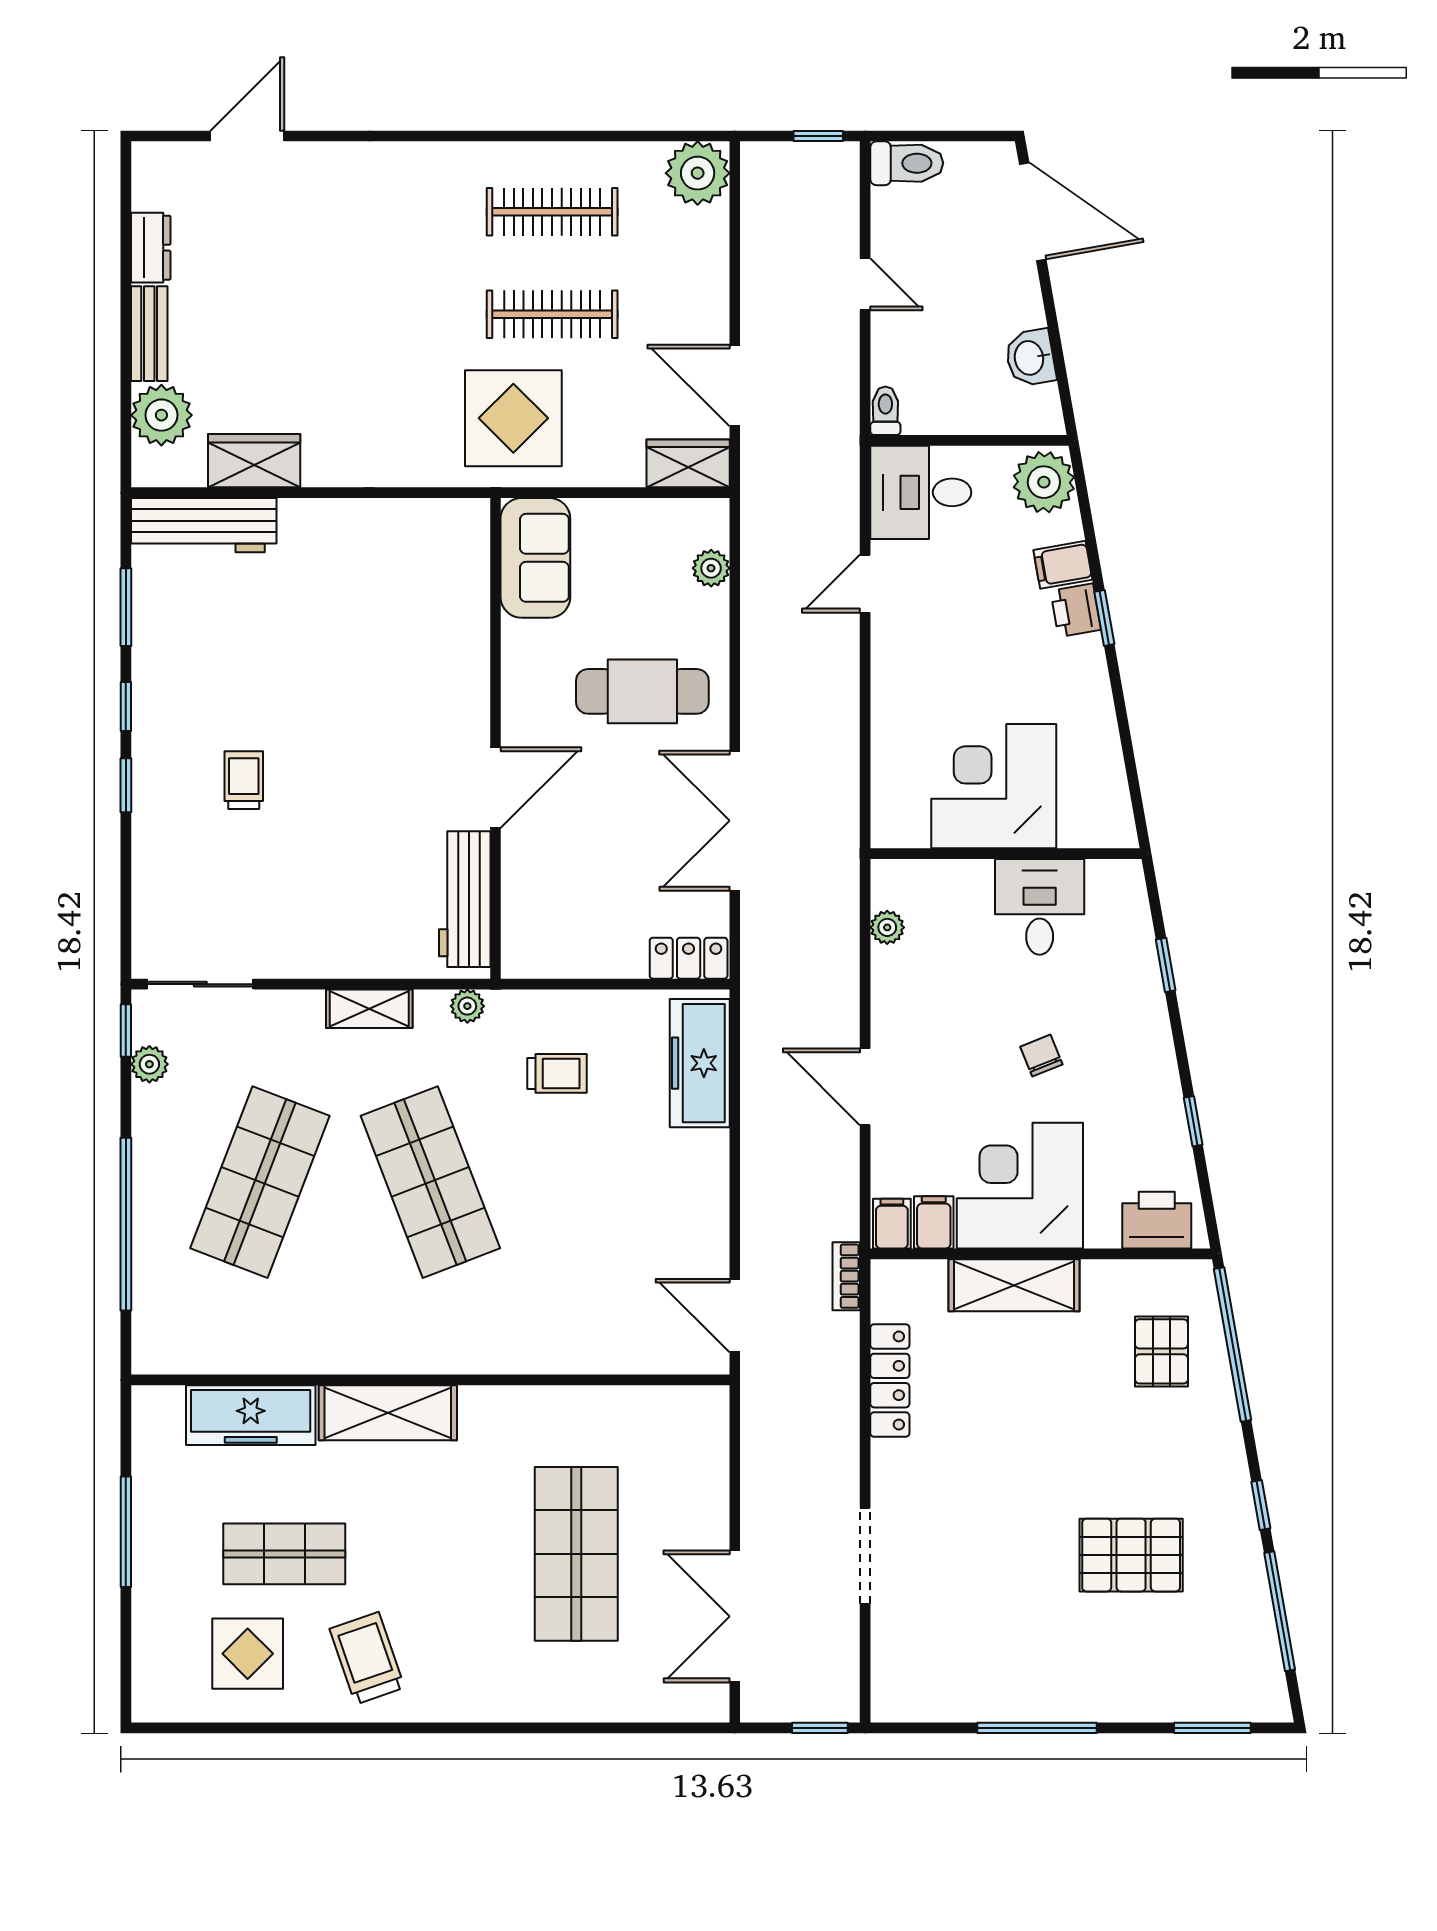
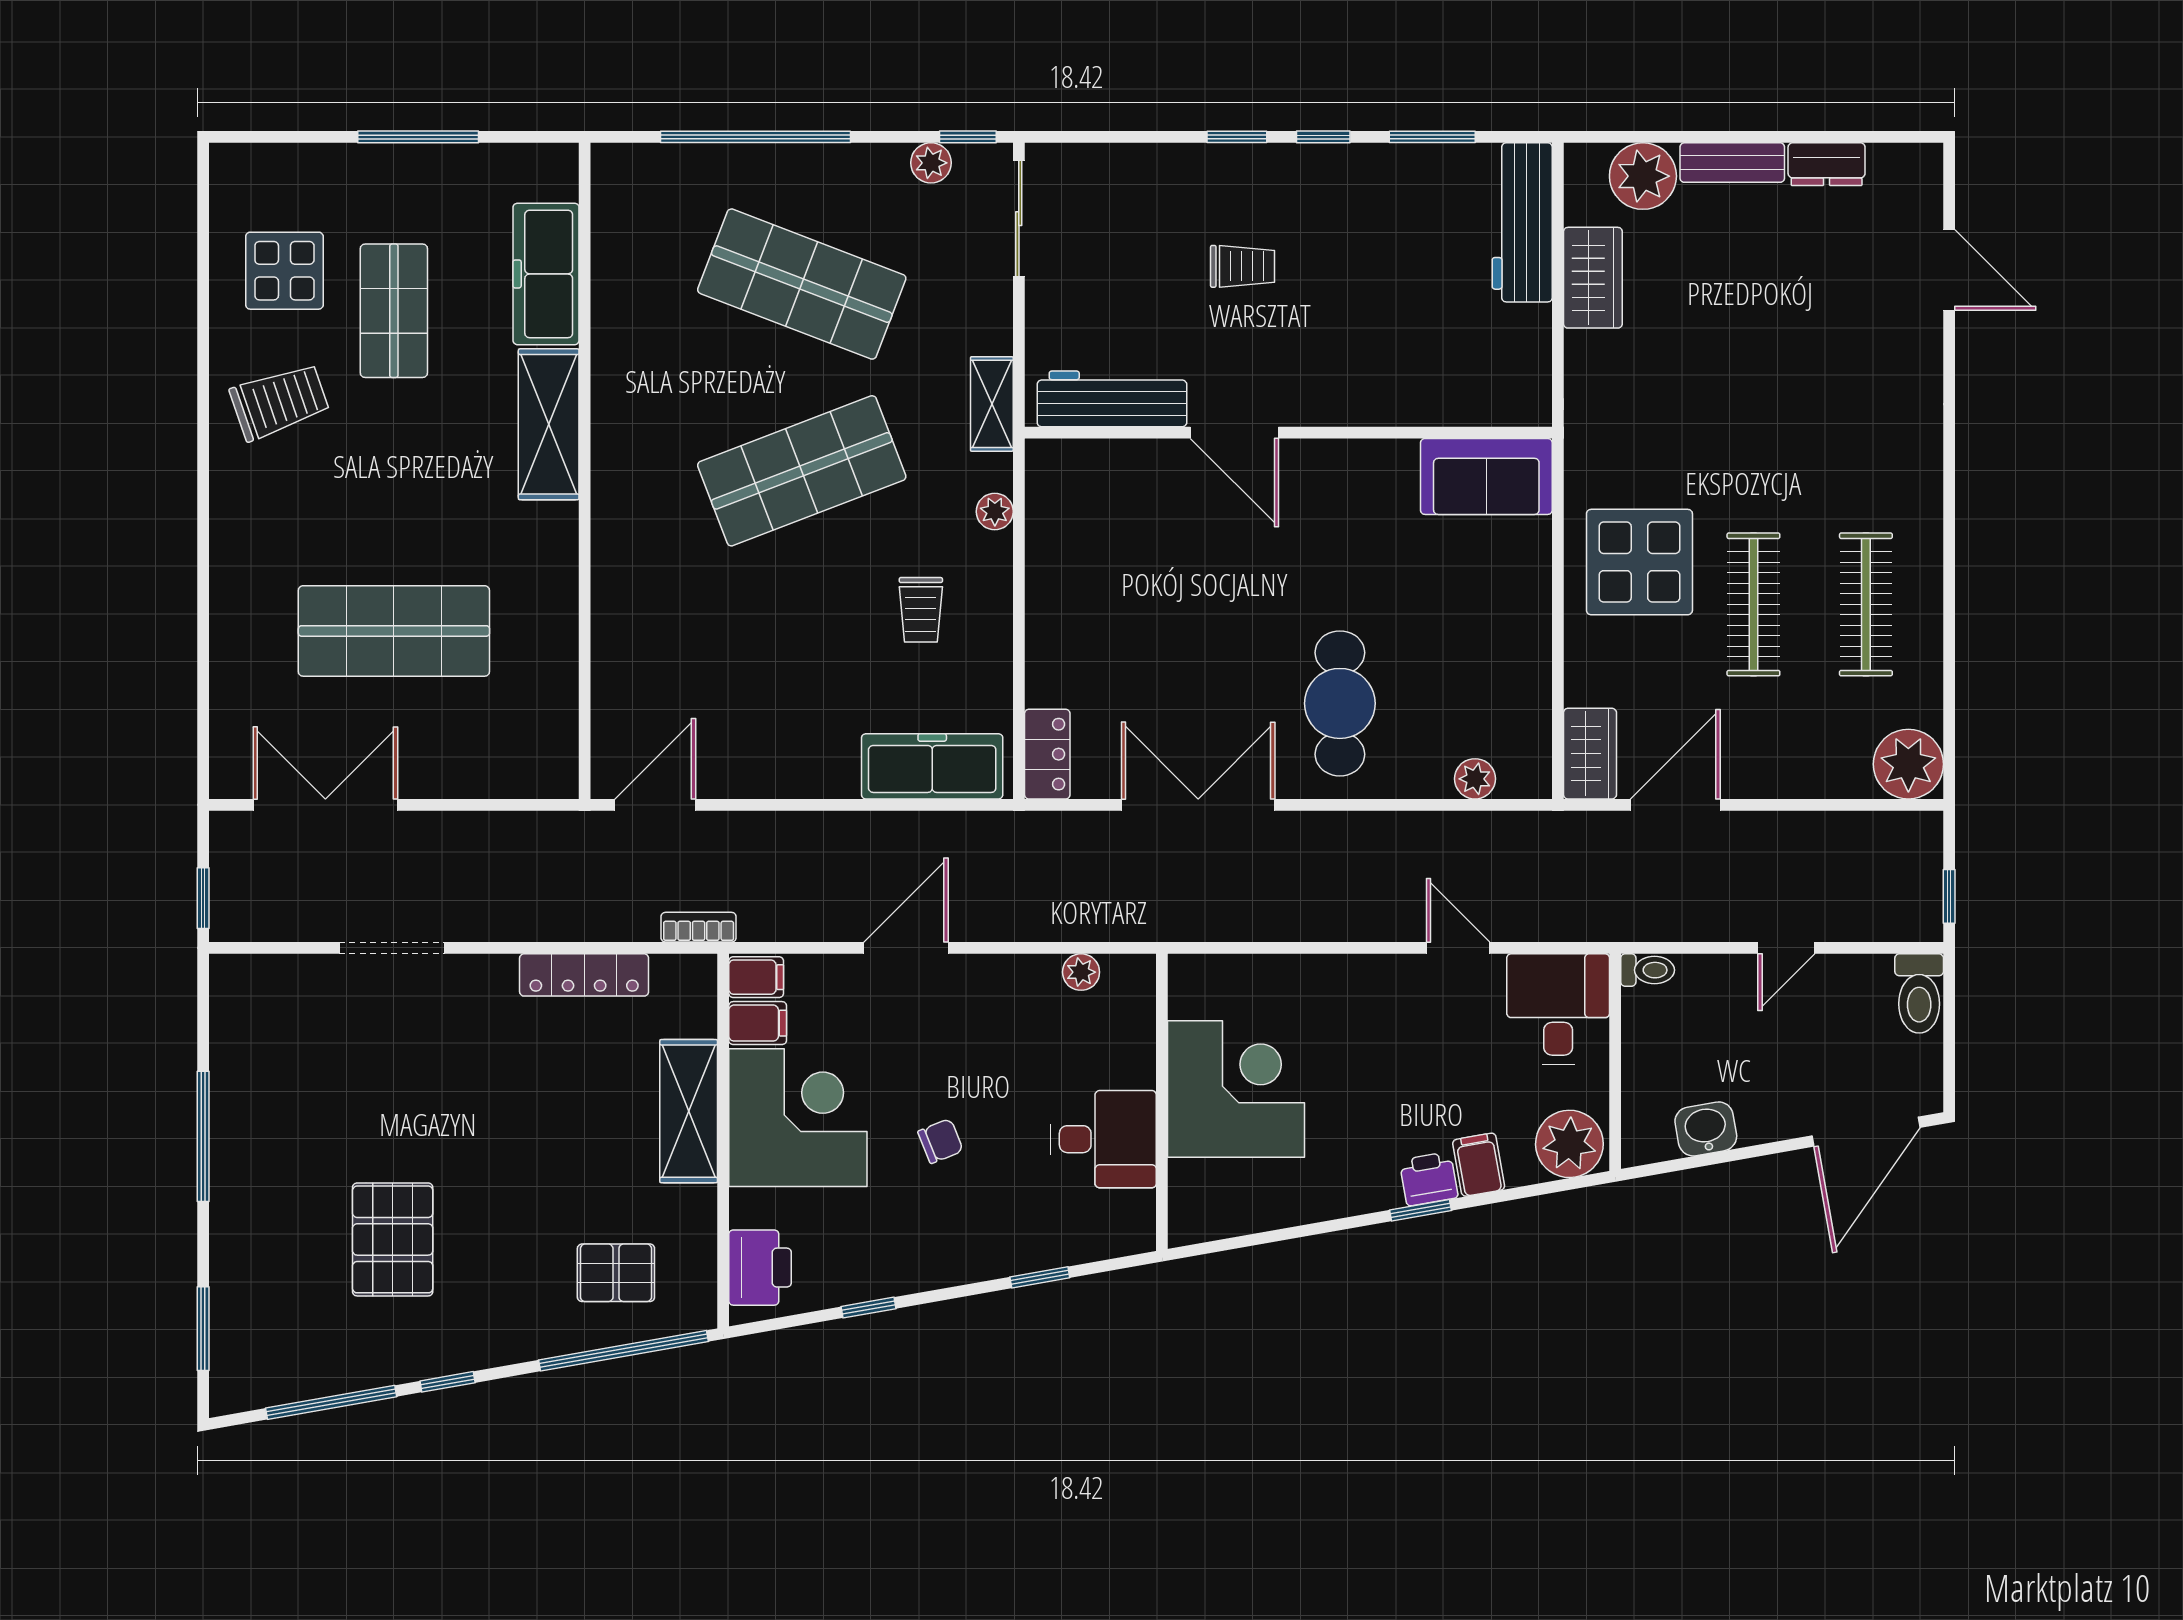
sofa: (535, 558) -> (1486, 476), moved
wall: (496, 738) -> (1288, 433), moved
door: (496, 788) -> (1234, 433), moved
workbench: (465, 899) -> (1112, 399), moved

